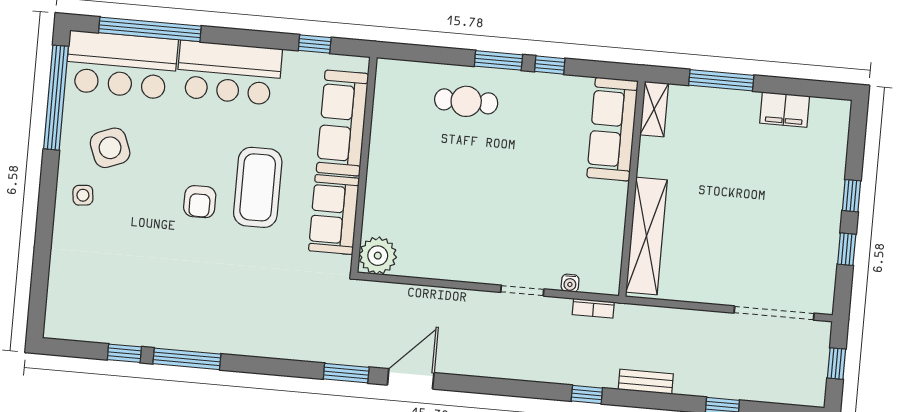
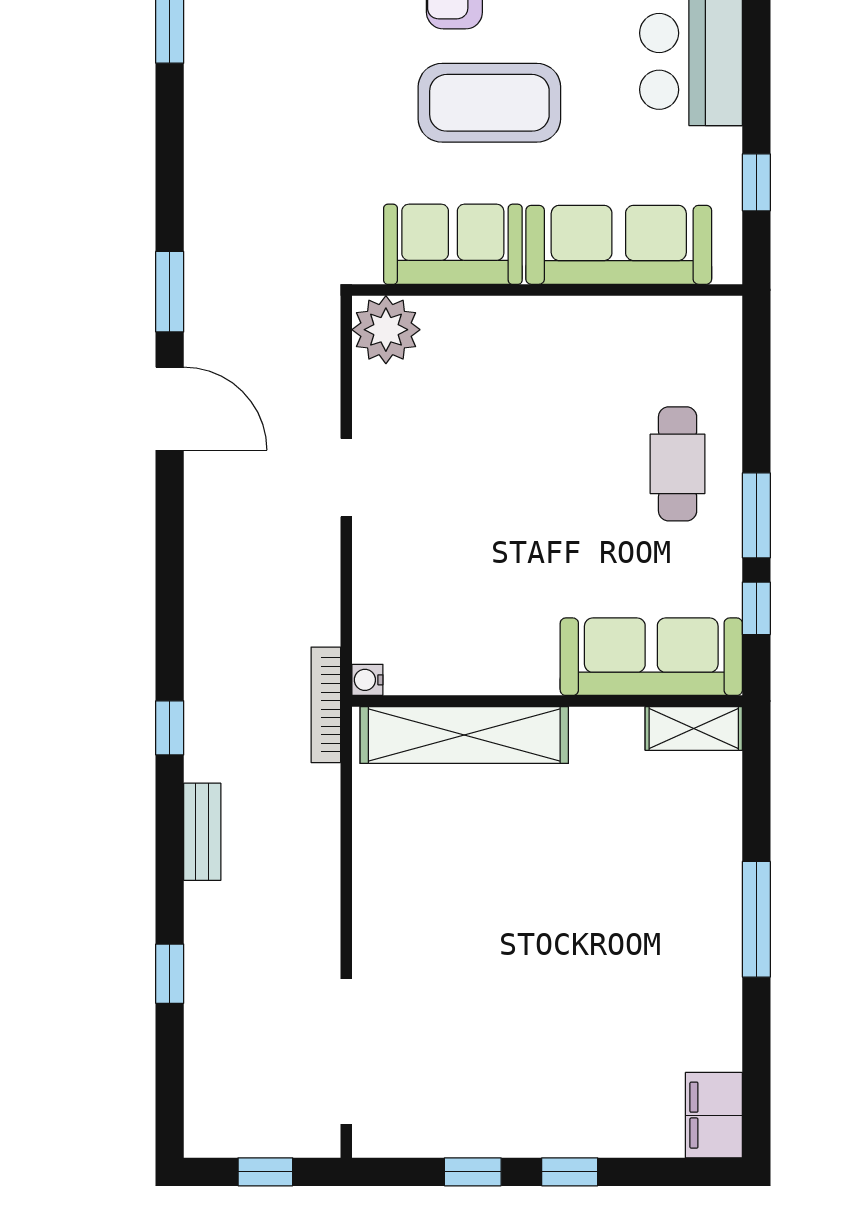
shelving: (654, 109) -> (694, 728), moved
filing cabinet: (785, 110) -> (714, 1115), moved
sofa: (612, 129) -> (651, 657), moved
wall: (632, 189) -> (547, 701), moved
shelving: (646, 236) -> (464, 735), moved
doorway: (522, 291) -> (346, 478), moved
bookcase: (593, 308) -> (326, 705), width x1.56

